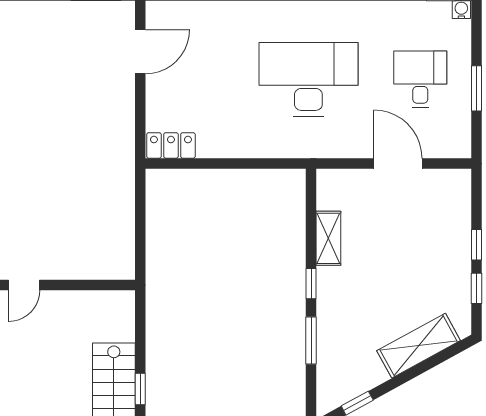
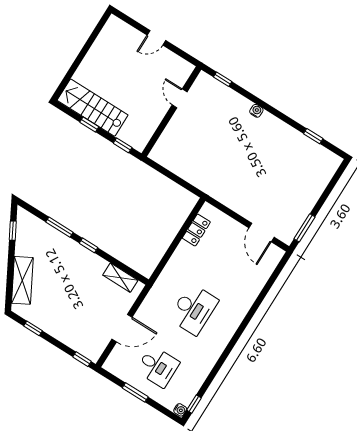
desk: (308, 79) -> (194, 309), width x0.73, depth x0.77
locker: (171, 145) -> (196, 230), moved
shelving: (328, 238) -> (120, 278), moved
window: (477, 245) -> (82, 359), moved
window: (140, 324) -> (123, 145), added

